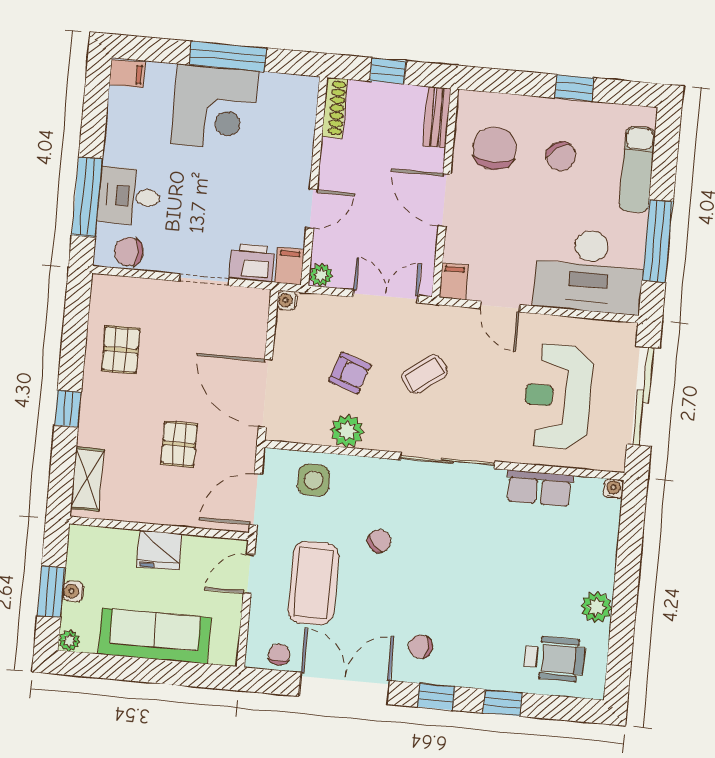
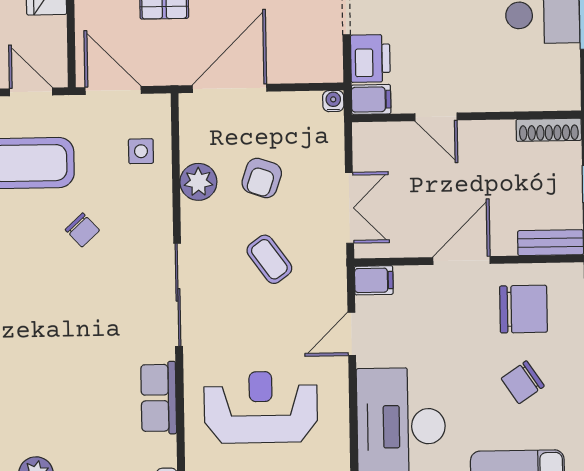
plant: (321, 275) -> (365, 135), removed
side table: (314, 480) -> (141, 151), width x0.73, depth x0.73

